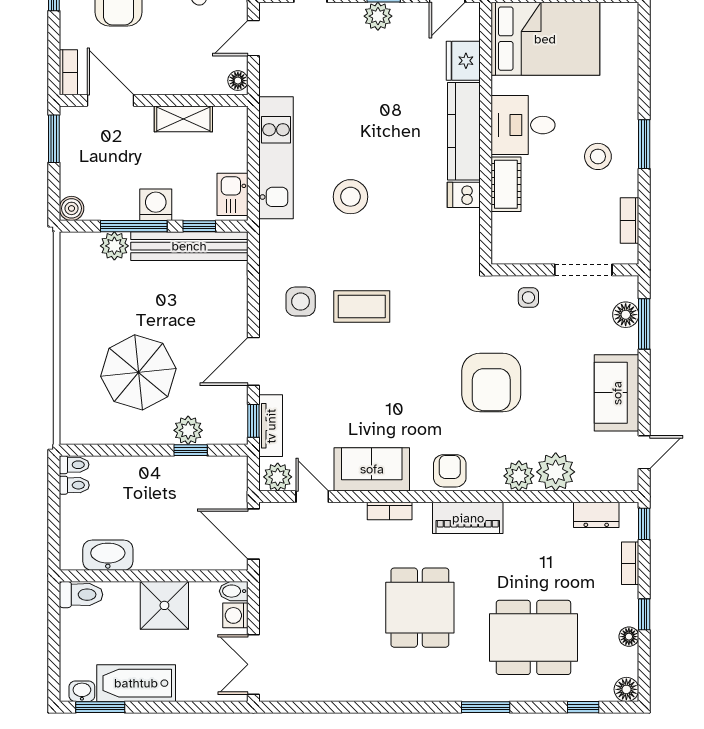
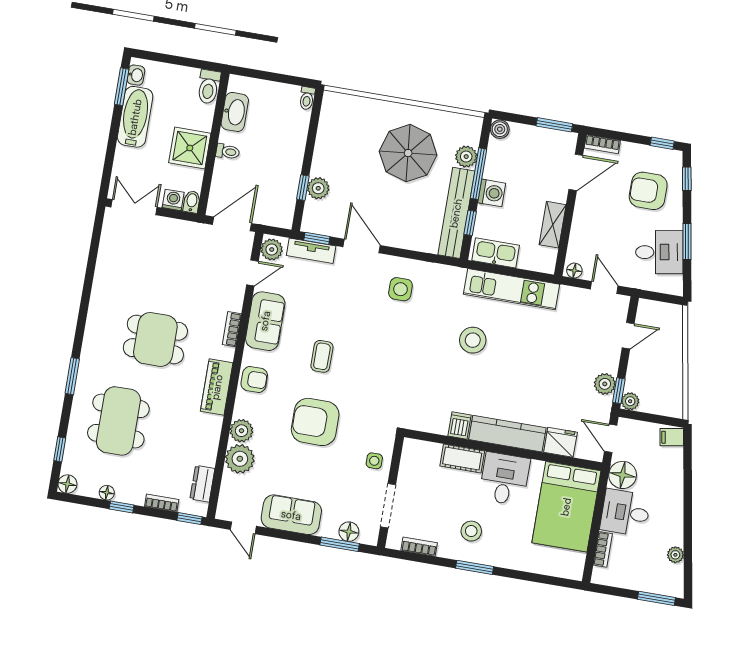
kitchen sink: (232, 194) -> (496, 253), width x1.38
coffee table: (362, 306) -> (322, 356), moved, width x0.73, depth x0.77
parasol: (138, 372) -> (408, 153), moved
toilet: (74, 485) -> (228, 152), moved, turned -90

